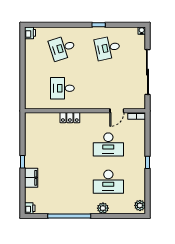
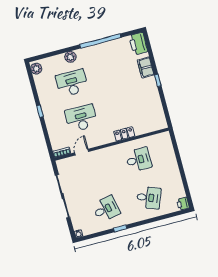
desk: (62, 48) -> (149, 198), turned 39
printer: (30, 208) -> (138, 44), width x1.87, depth x1.48

